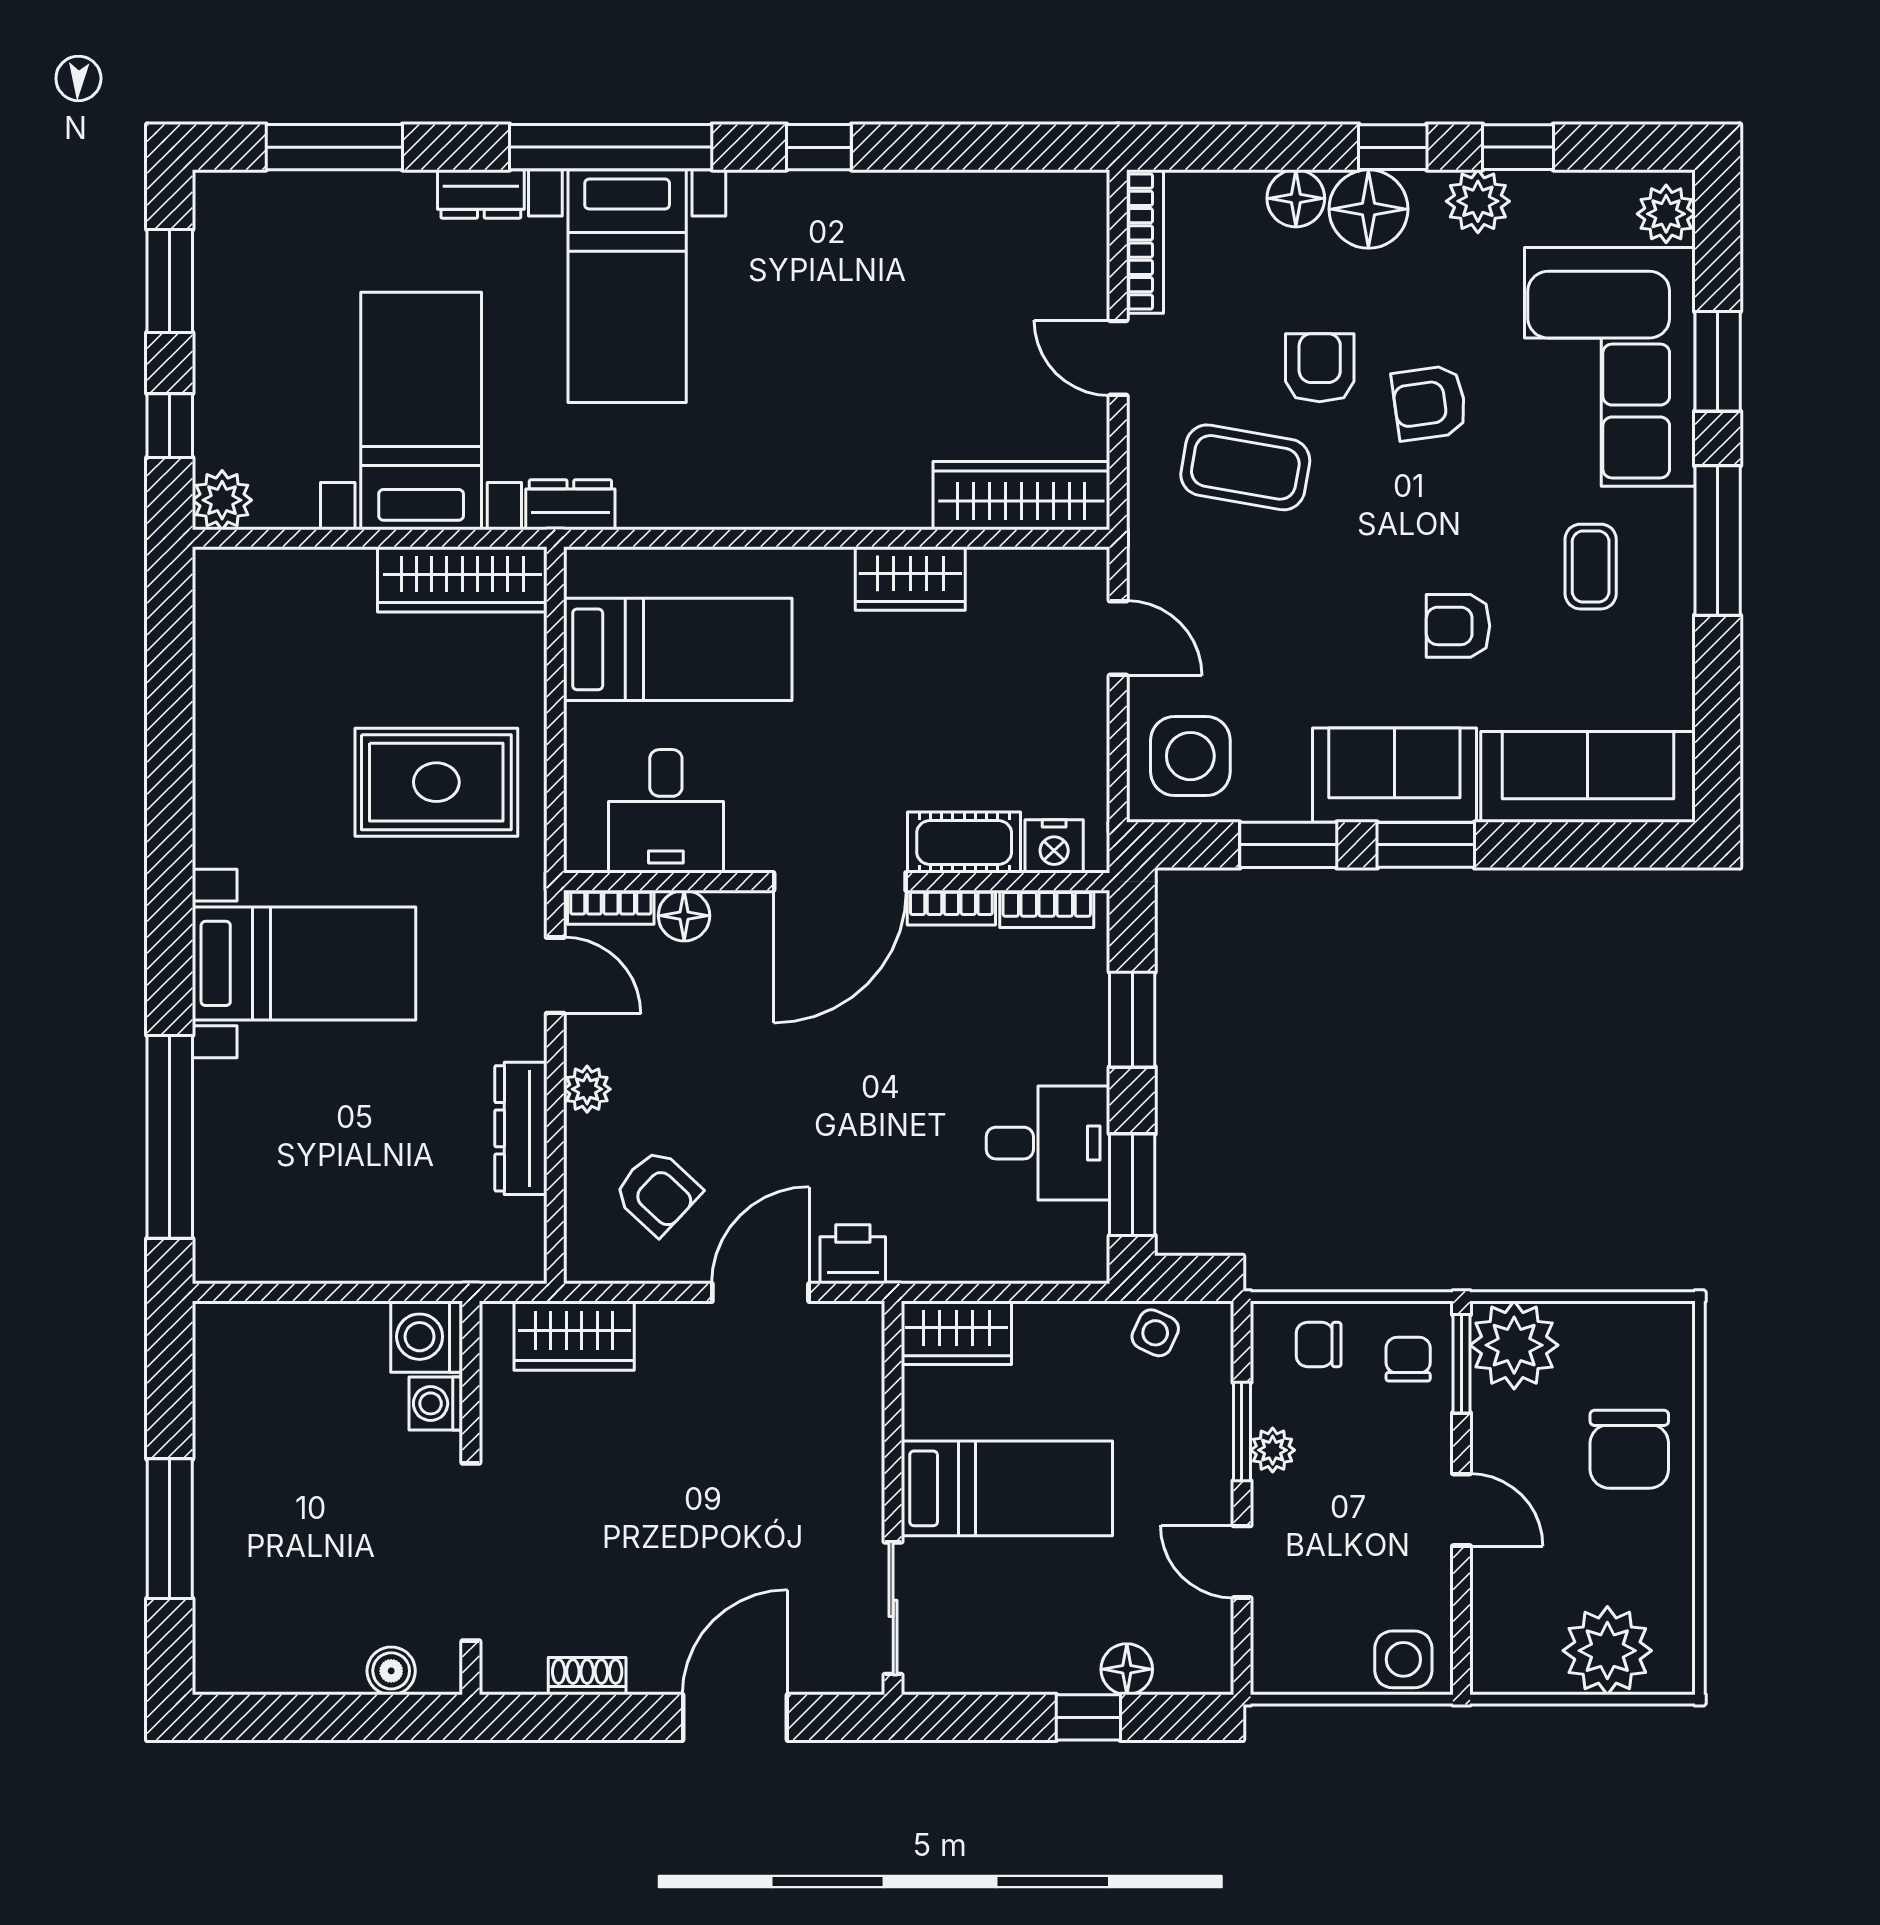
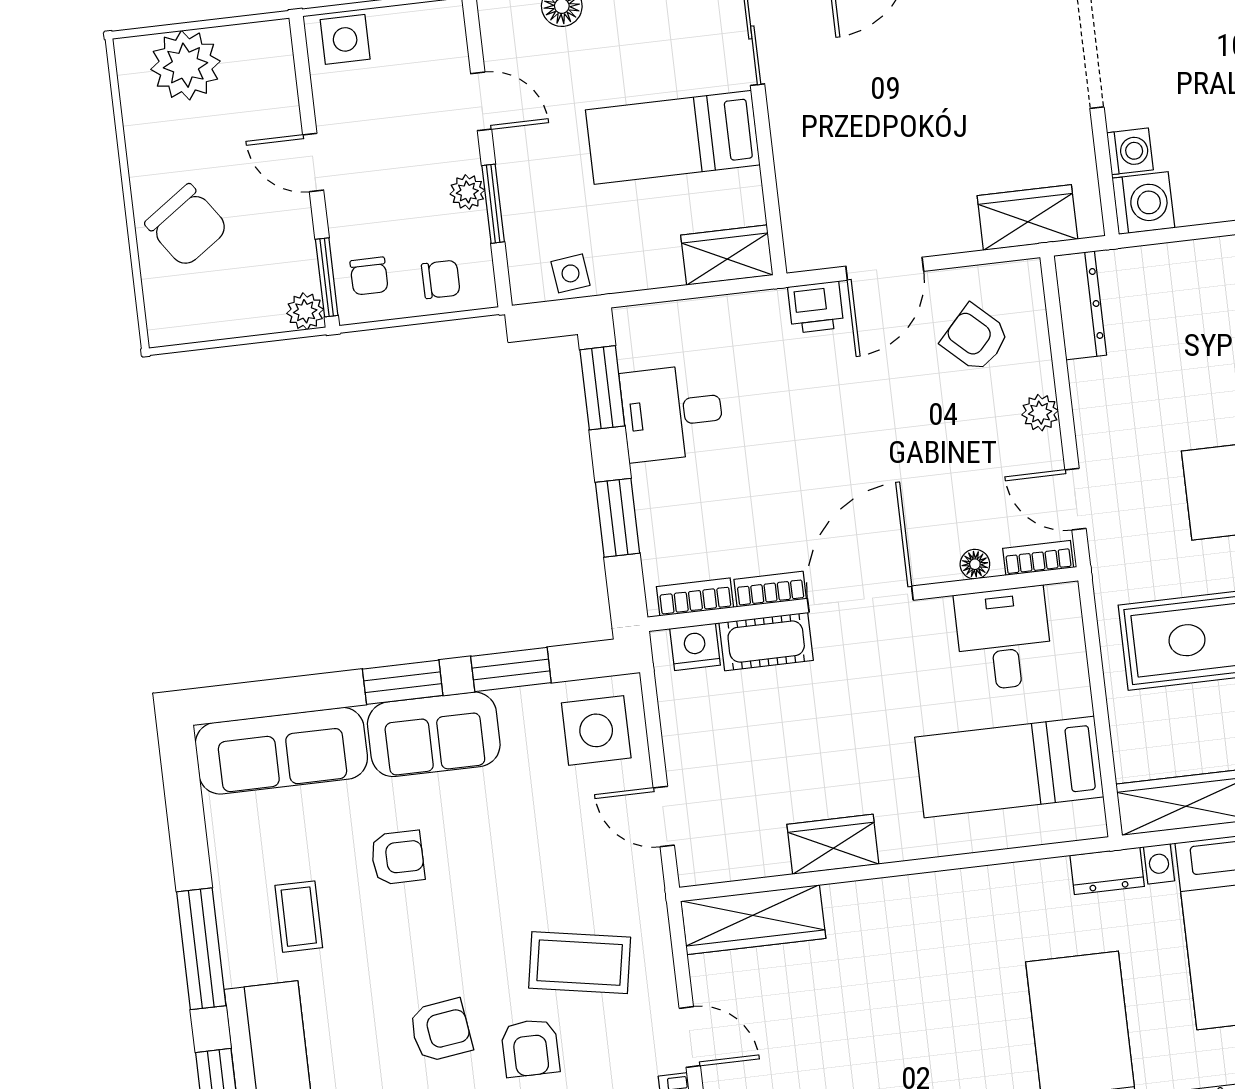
floor lamp: (684, 916) -> (975, 564), width x0.73, depth x0.73
dresser: (521, 1128) -> (1080, 305), moved
side table: (1155, 1333) -> (571, 273), turned -32
plant: (1514, 1345) -> (305, 311), width x0.53, depth x0.53
chair: (1629, 1449) -> (187, 226), turned 145

